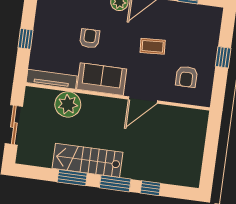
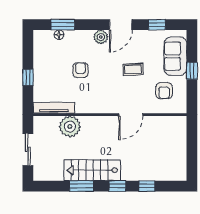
sofa: (102, 79) -> (175, 56), moved, turned -90
window: (115, 183) -> (117, 186), width x0.67

